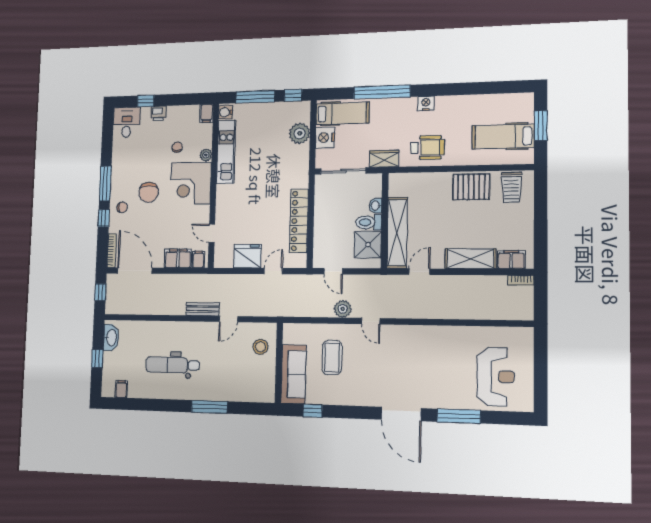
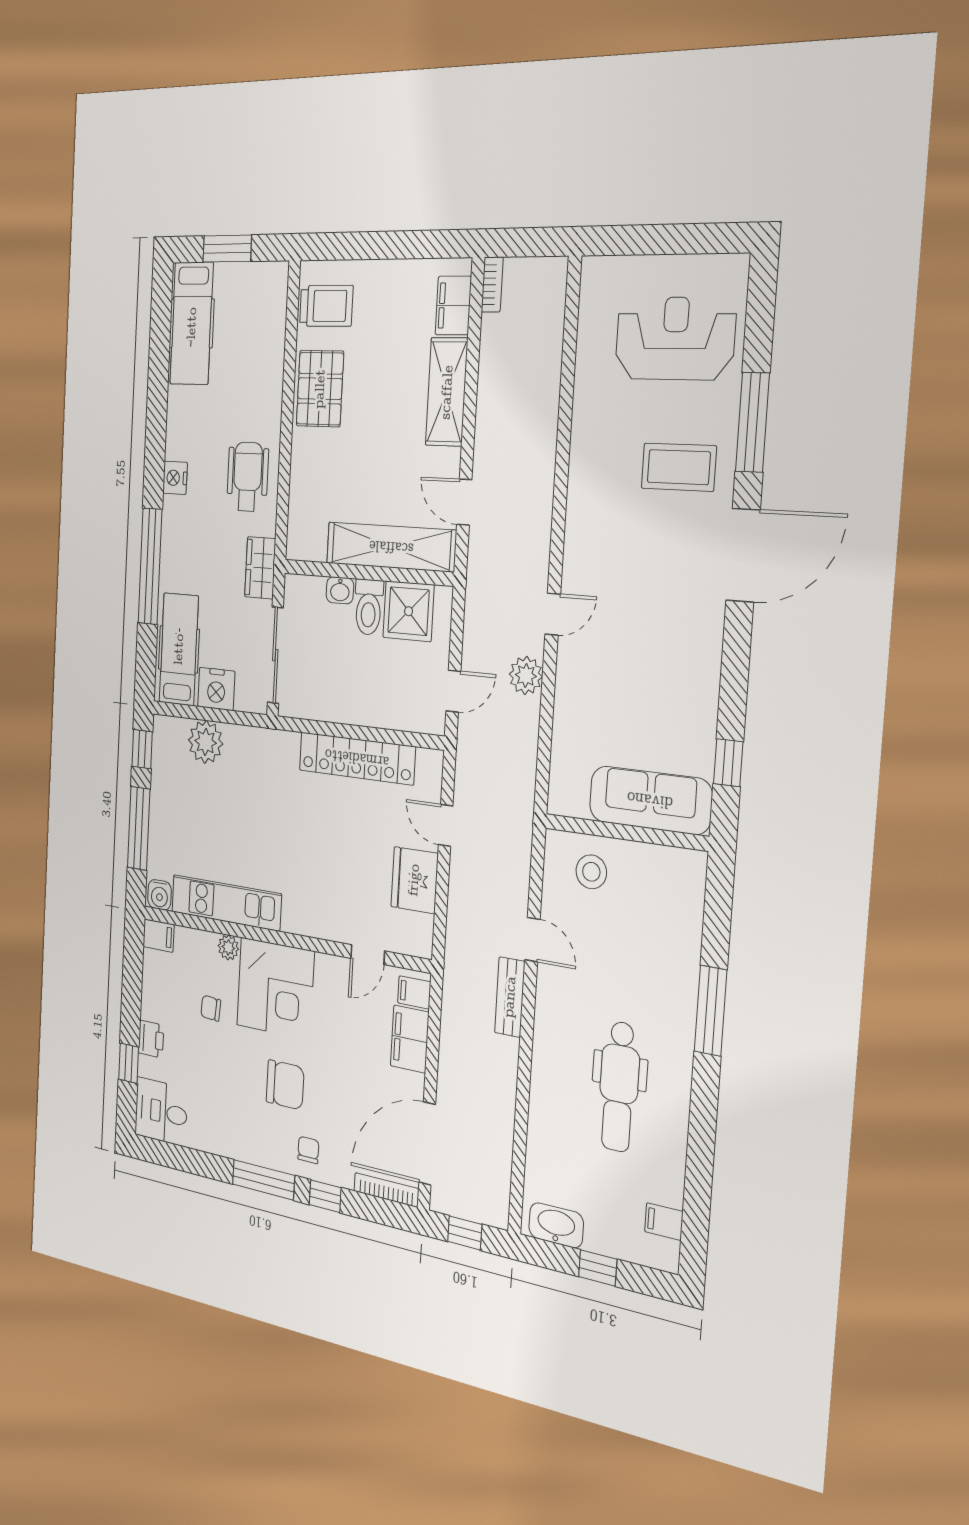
hospital bed: (503, 137) -> (192, 323), moved
coffee table: (332, 358) -> (679, 467), moved

